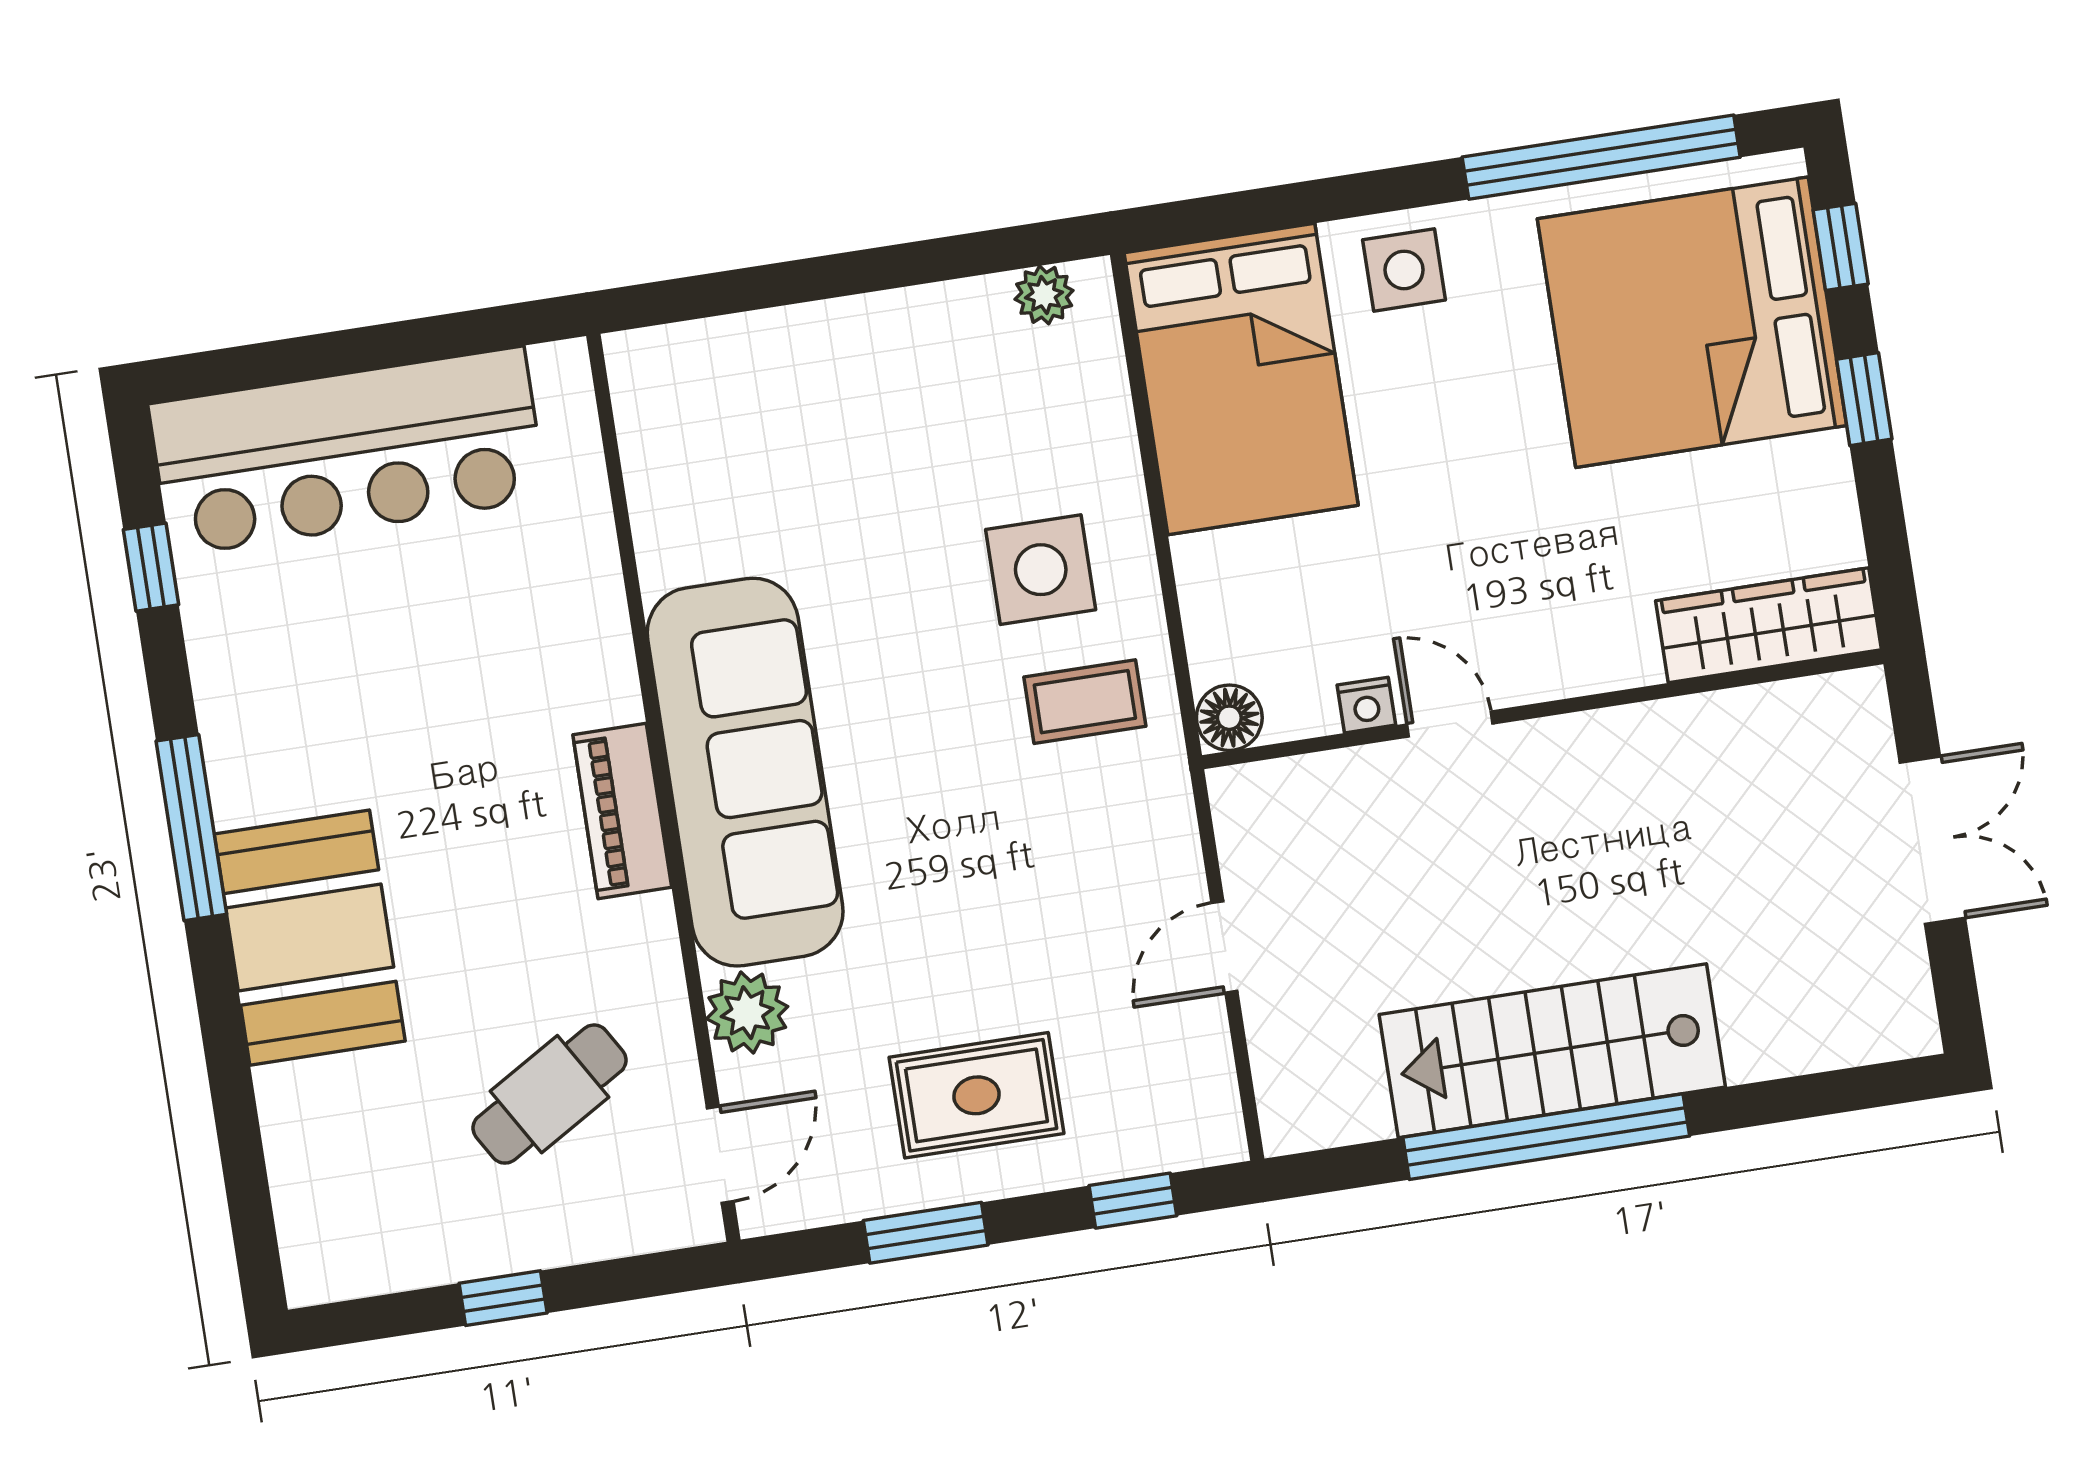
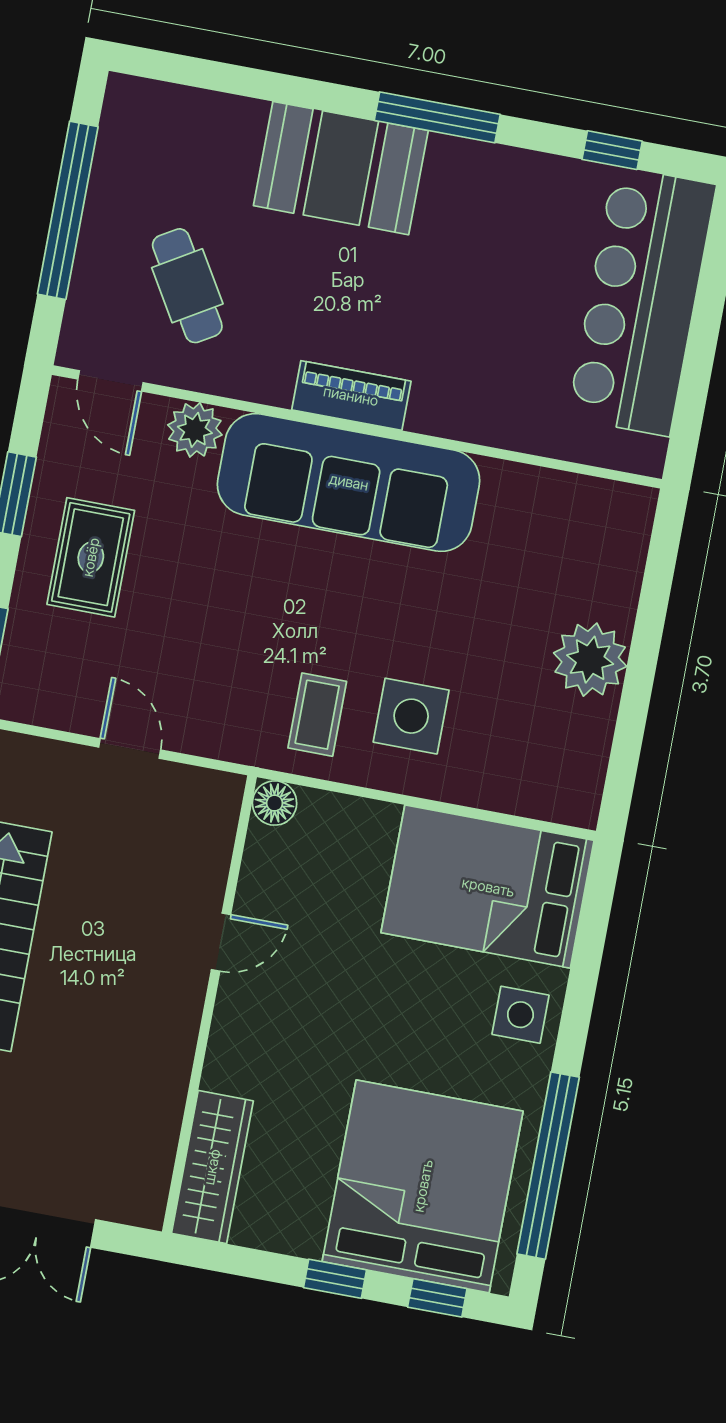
plant: (1044, 295) -> (590, 660), moved, width x1.88, depth x1.88
nightstand: (1366, 705) -> (252, 893), removed
window: (503, 1298) -> (68, 210), width x3.17

